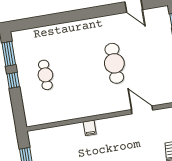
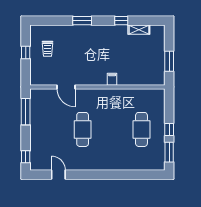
cafe table: (45, 75) -> (141, 129), width x1.37, depth x1.35

